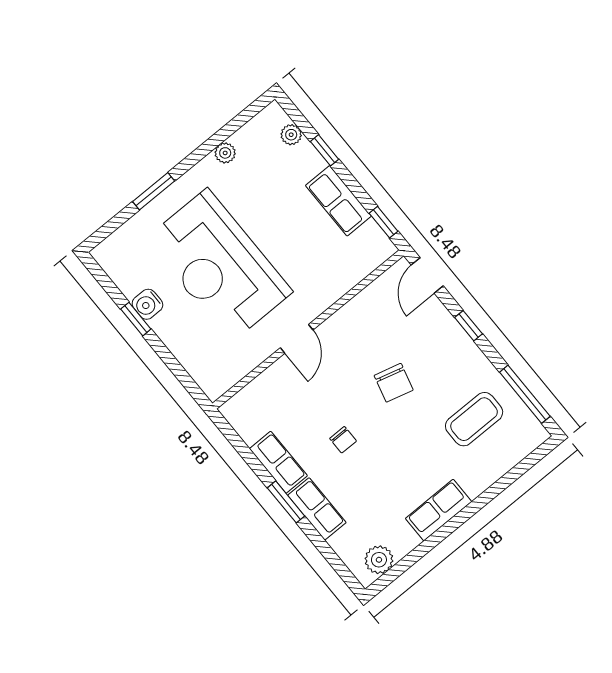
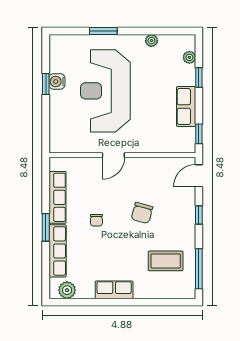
row of seats: (278, 462) -> (57, 197), width x1.48
row of seats: (317, 509) -> (58, 251), width x1.48

